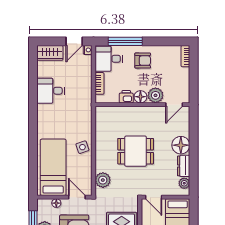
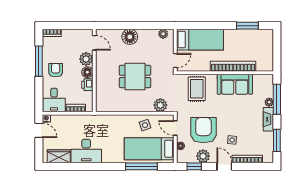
window: (125, 41) -> (39, 61), moved
wardrobe: (50, 53) -> (59, 156), moved, turned -90
desk: (51, 91) -> (86, 151), width x1.37
side table: (82, 147) -> (145, 125), moved
dining table: (136, 151) -> (135, 76), turned 90
window: (33, 158) -> (141, 166), added
dresser: (184, 166) -> (148, 34), removed
door: (77, 197) -> (175, 128), hinge flipped

